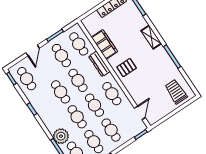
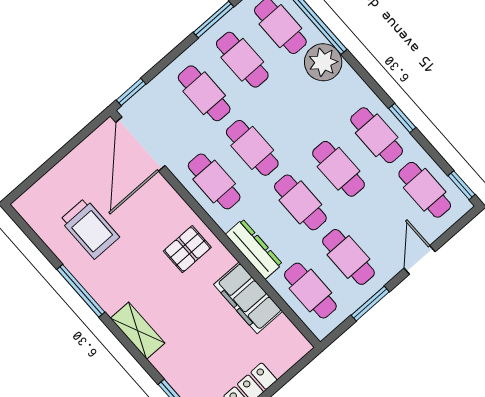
trolley: (176, 92) -> (90, 229), moved
door: (140, 113) -> (140, 144), width x1.87
cafe table: (77, 117) -> (377, 135), moved

